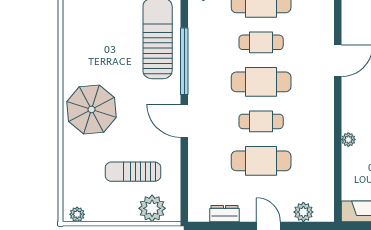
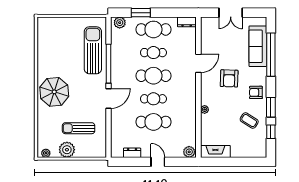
door: (184, 121) -> (109, 98), swing flipped
plant: (152, 208) -> (67, 150), moved
plant: (303, 212) -> (189, 152), moved

